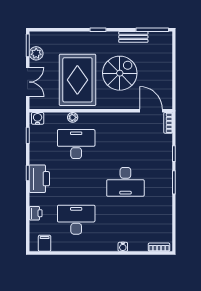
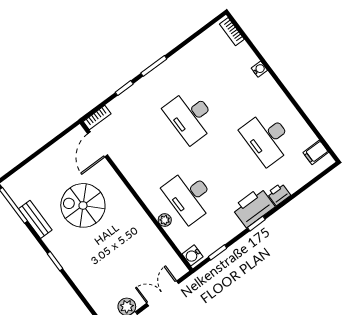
rug: (77, 80) -> (122, 244), removed
desk: (125, 182) -> (191, 116), turned 180
printer: (36, 213) -> (279, 194), moved

